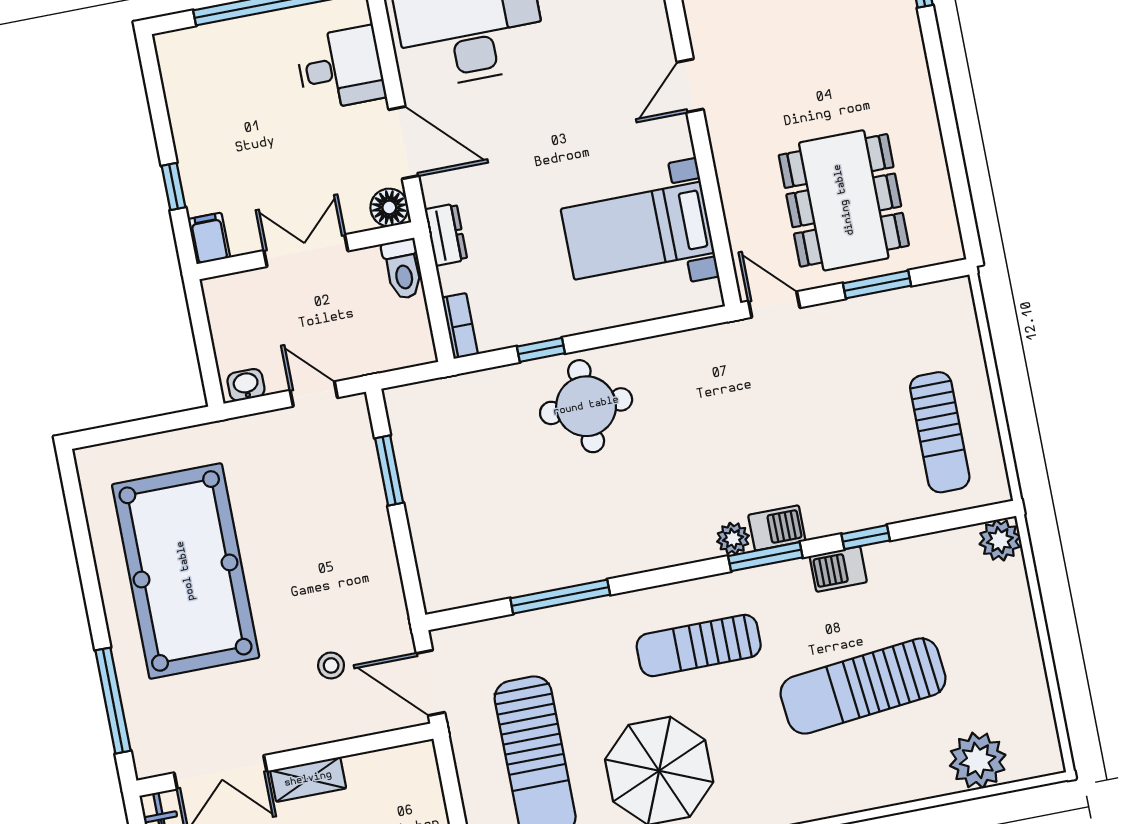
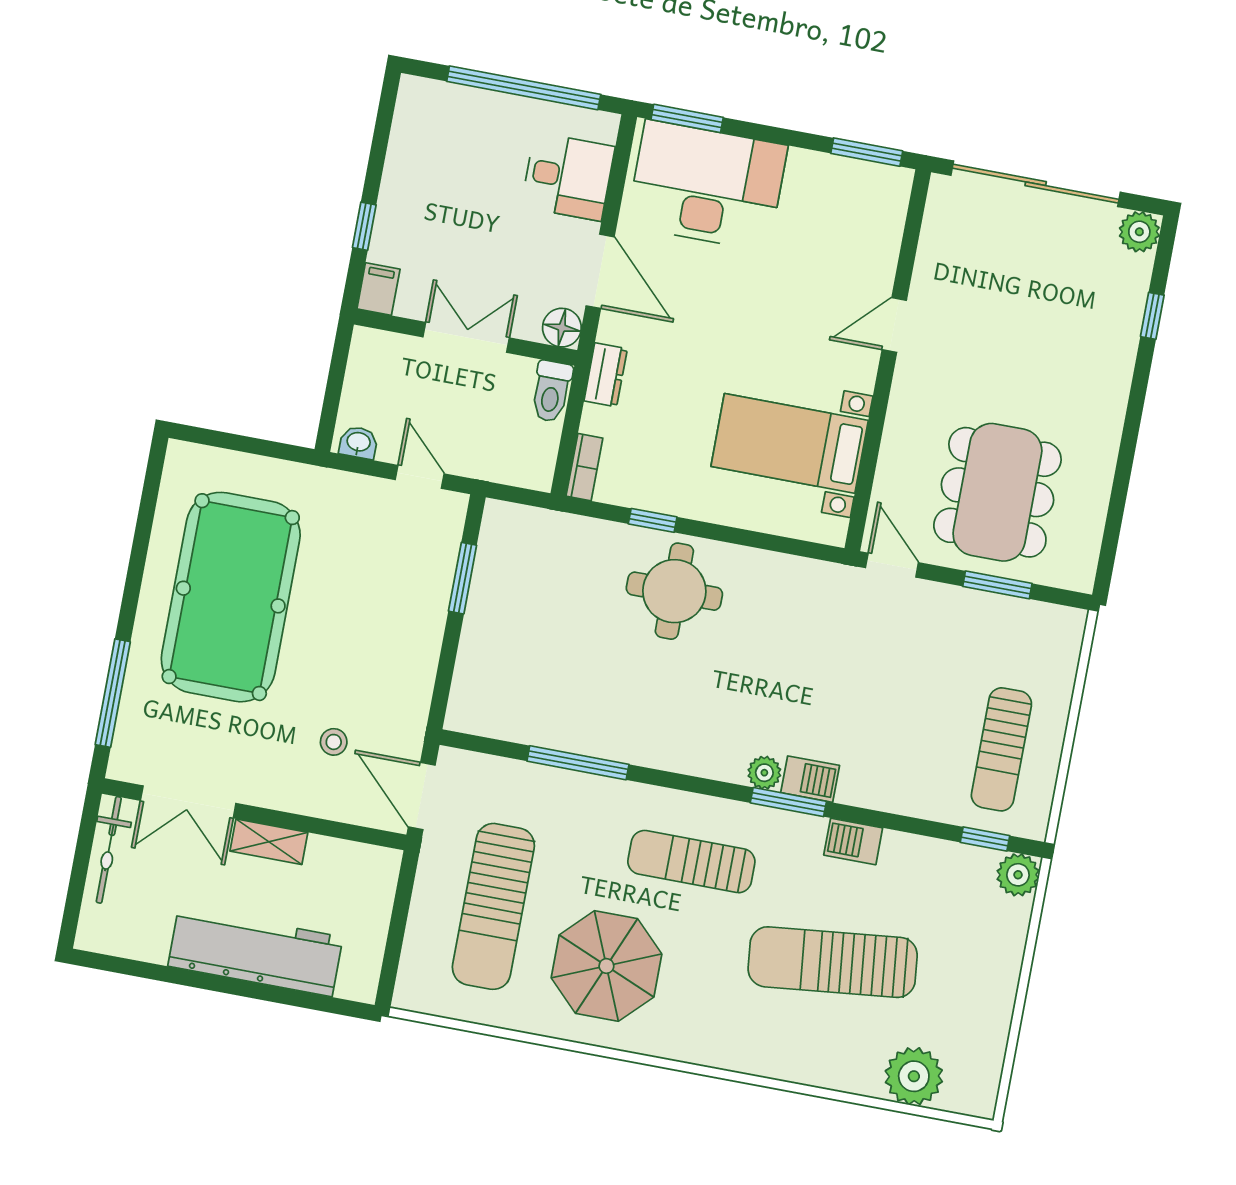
window: (866, 537) -> (985, 839), moved

